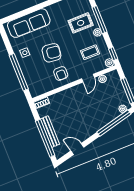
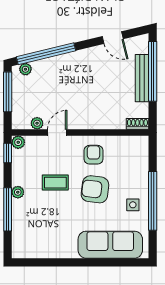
rug: (81, 23) -> (36, 215), removed
coffee table: (90, 52) -> (55, 183), moved
window: (19, 72) -> (153, 201), moved

